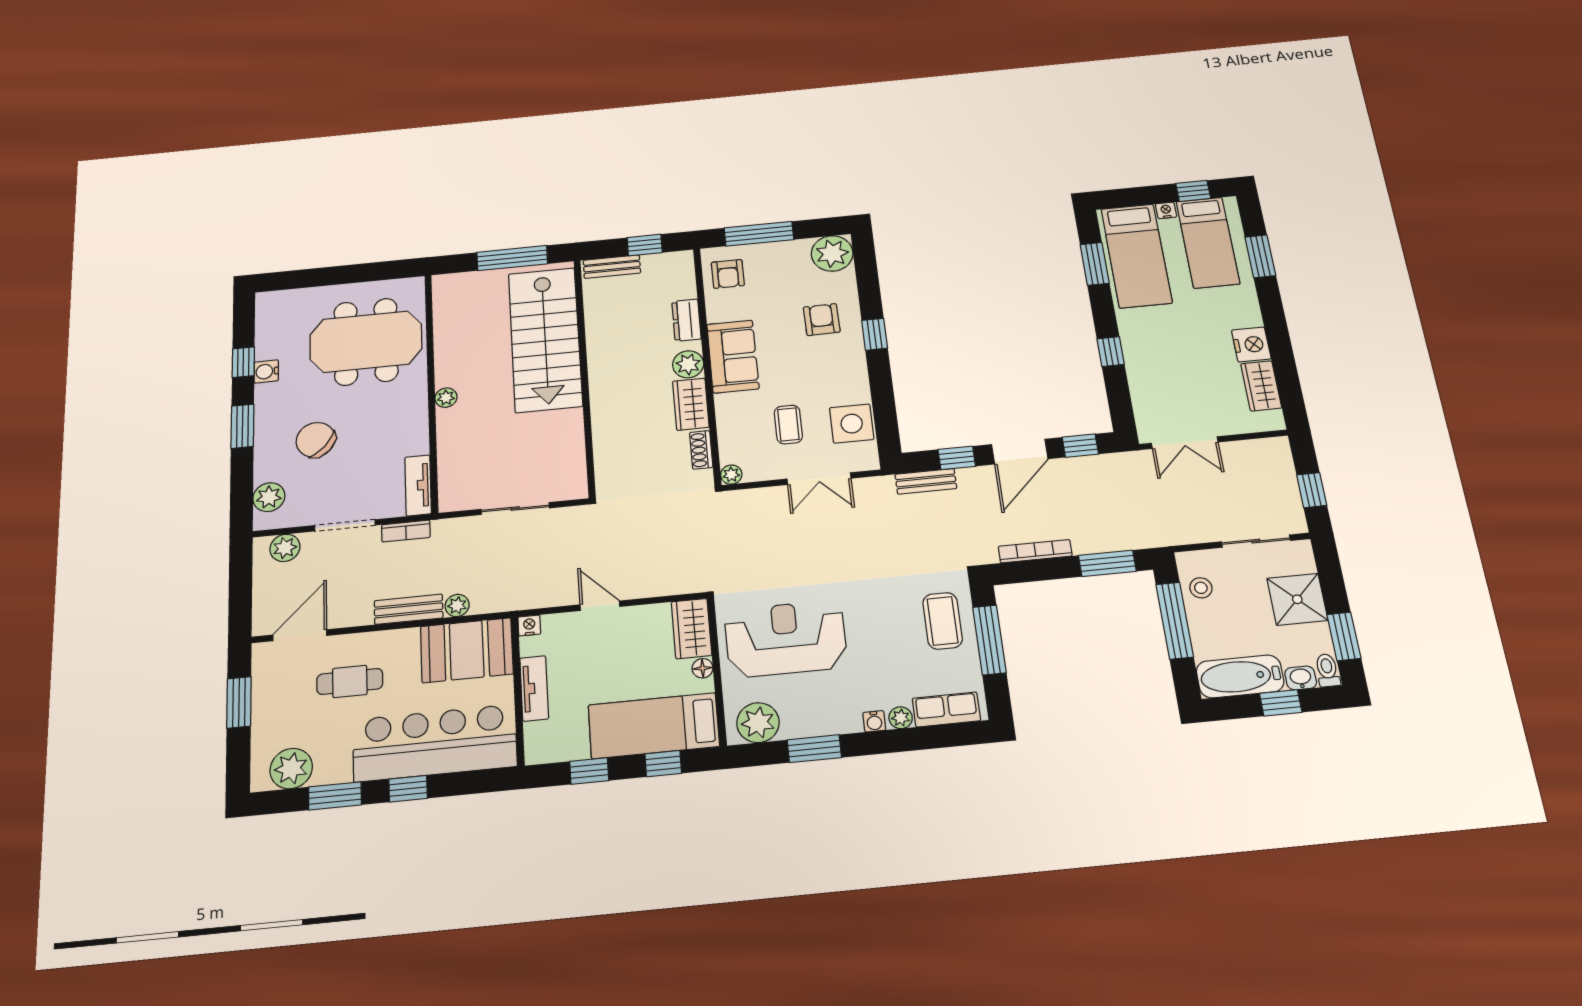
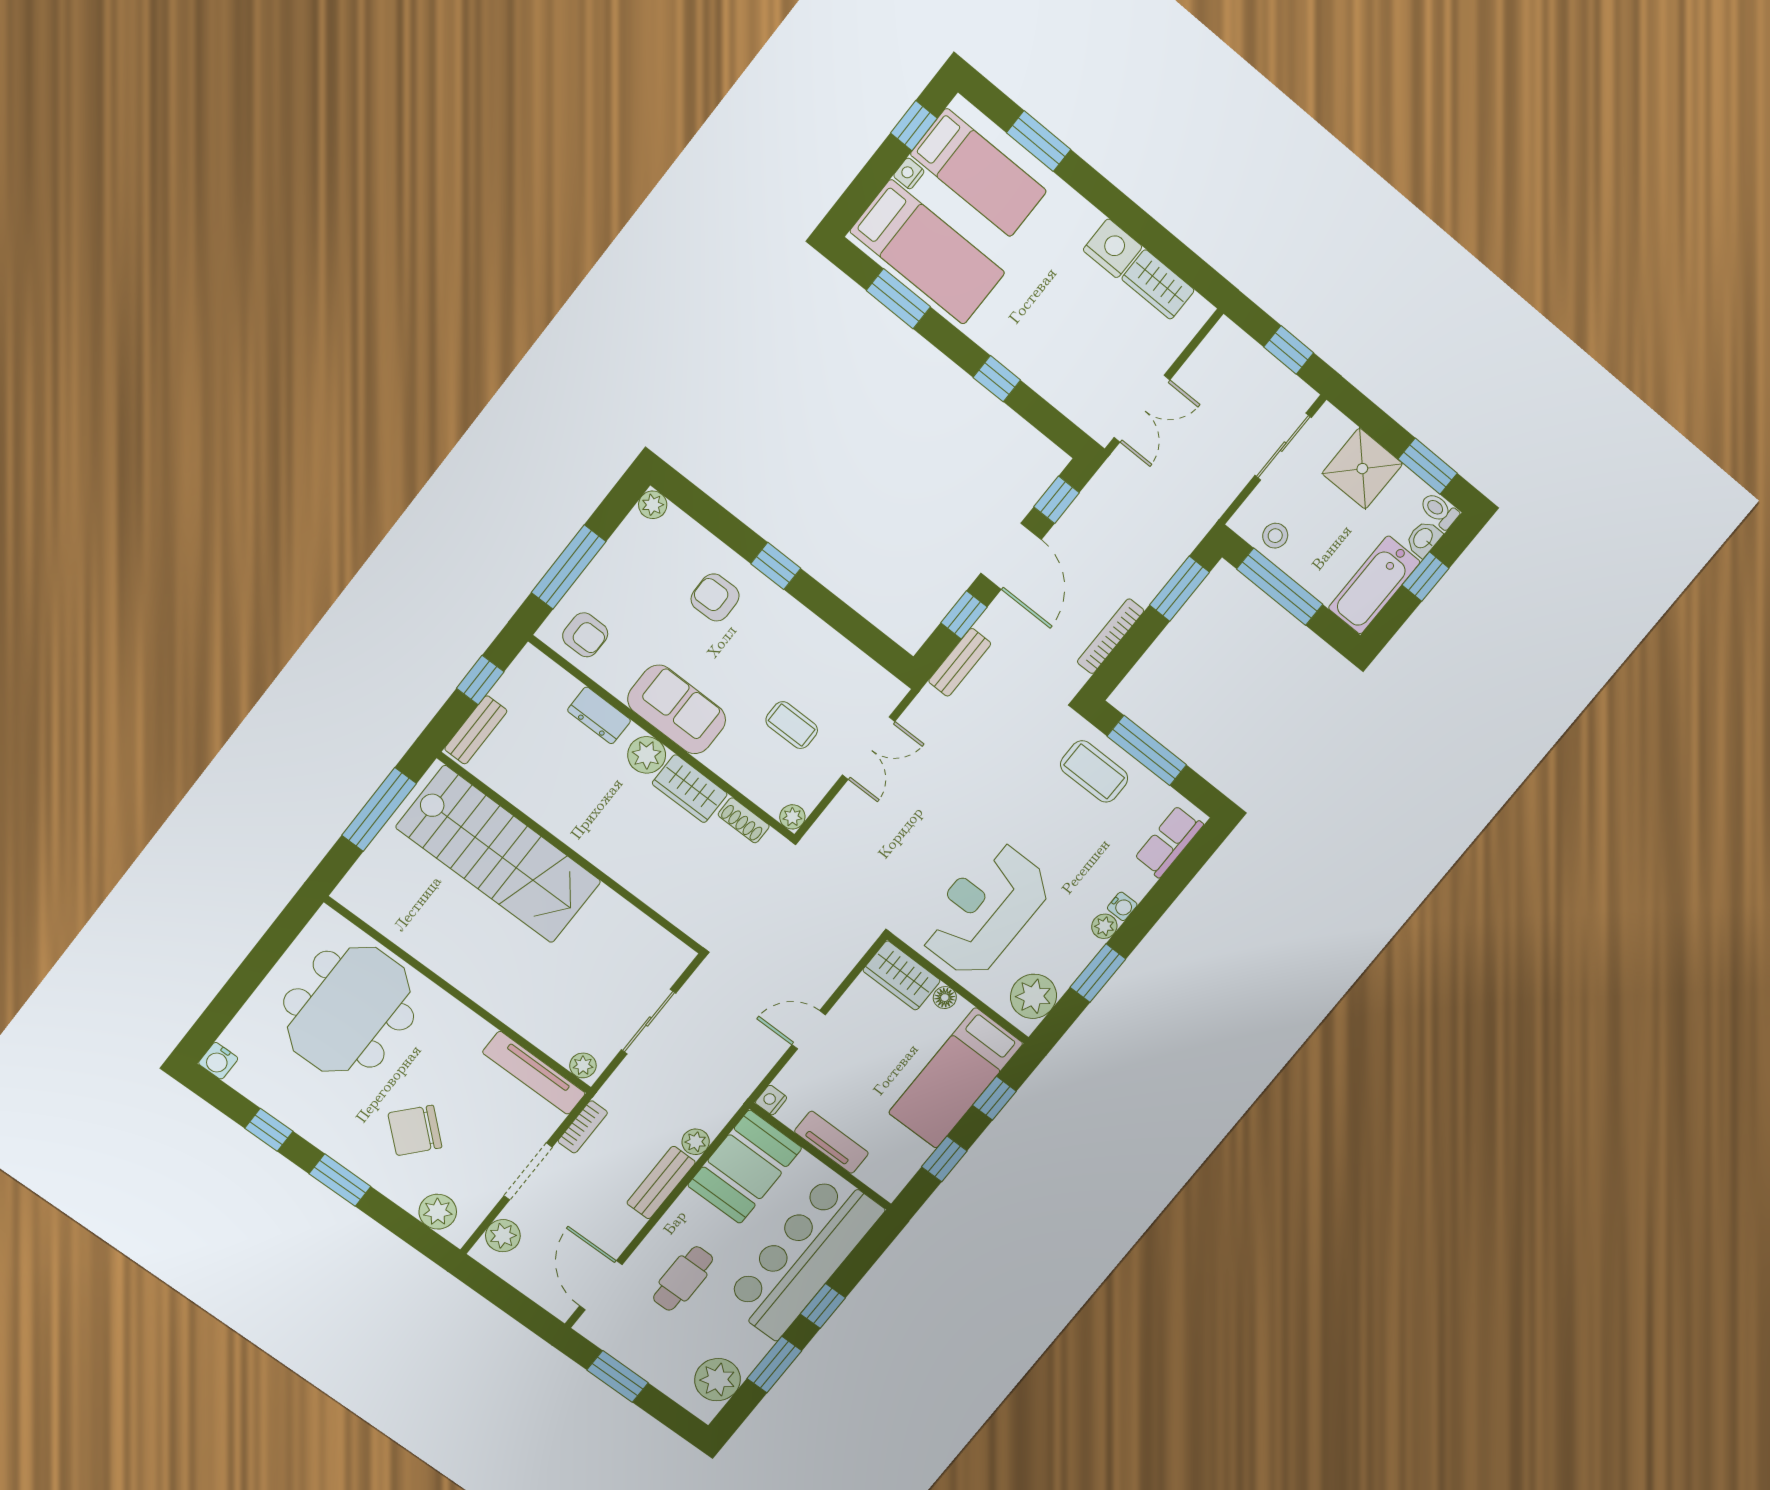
plant: (832, 253) -> (653, 505), width x0.53, depth x0.53
water cooler: (266, 371) -> (218, 1061), moved
plant: (446, 398) -> (583, 1065), moved
side table: (852, 424) -> (844, 671), removed
tv unit: (418, 485) -> (534, 1073), width x1.41
plant: (901, 718) -> (1104, 926), moved

